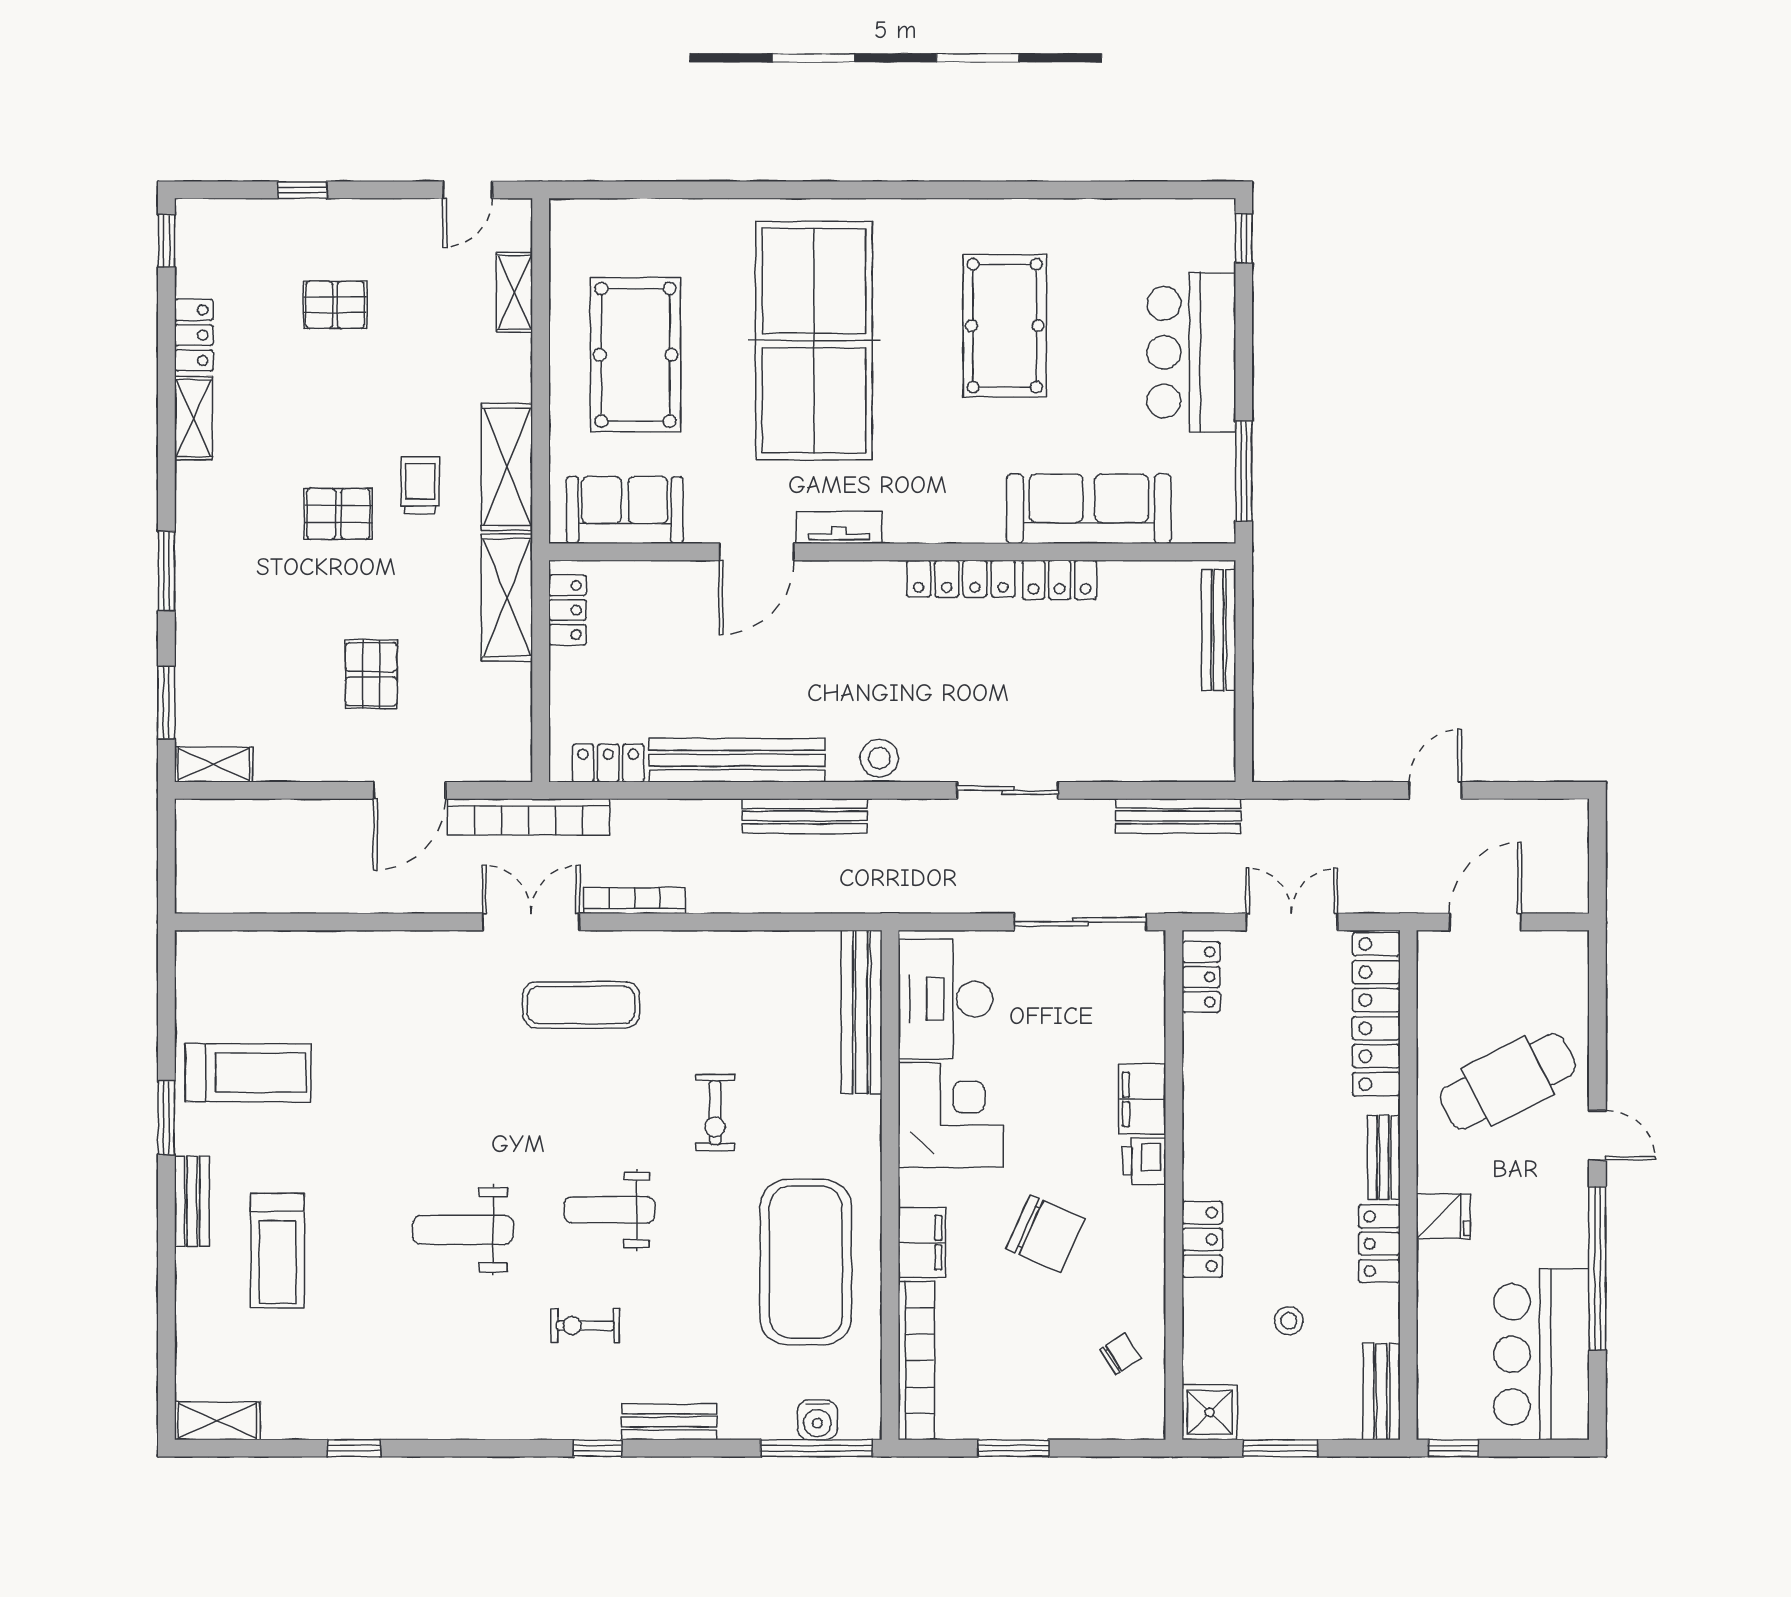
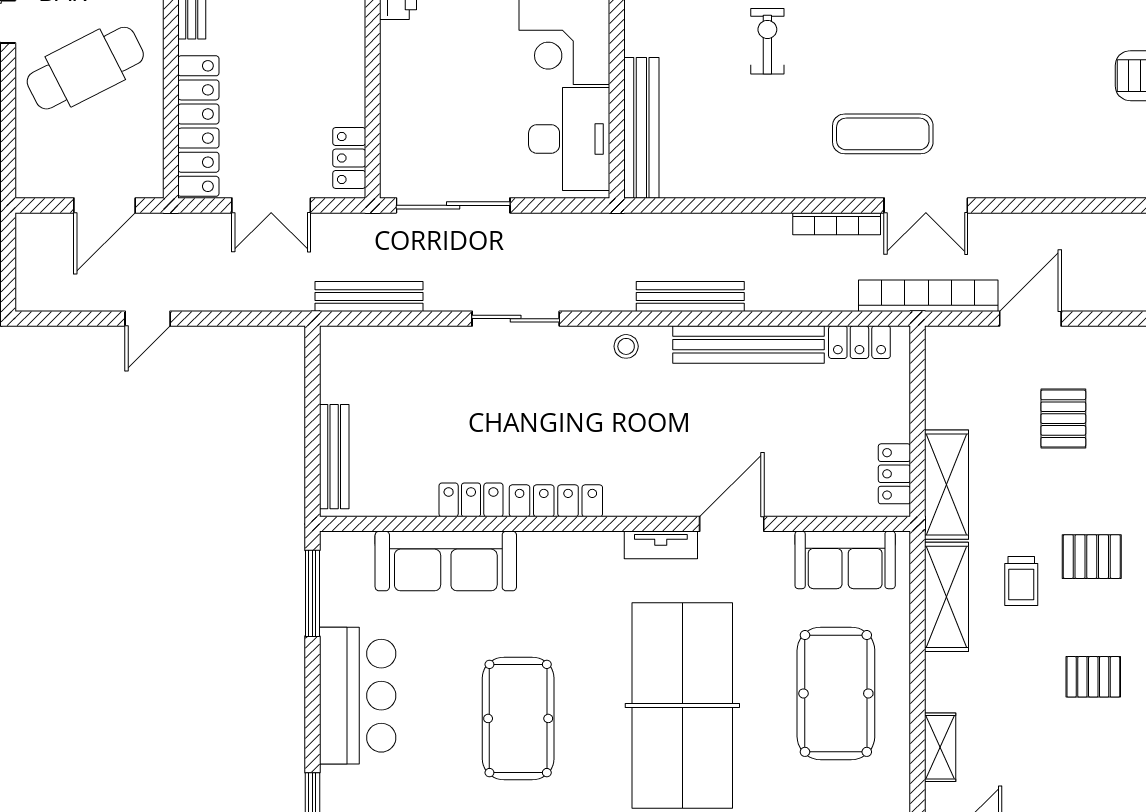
pallet: (335, 305) -> (1093, 677), moved
stool: (879, 758) -> (626, 346), width x0.73, depth x0.73
filing cabinet: (1142, 1099) -> (400, 53), removed

